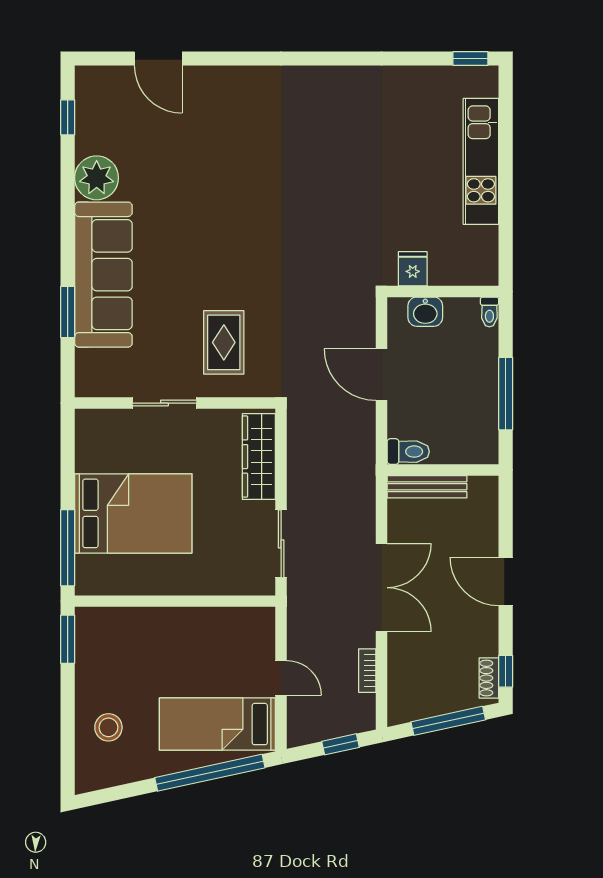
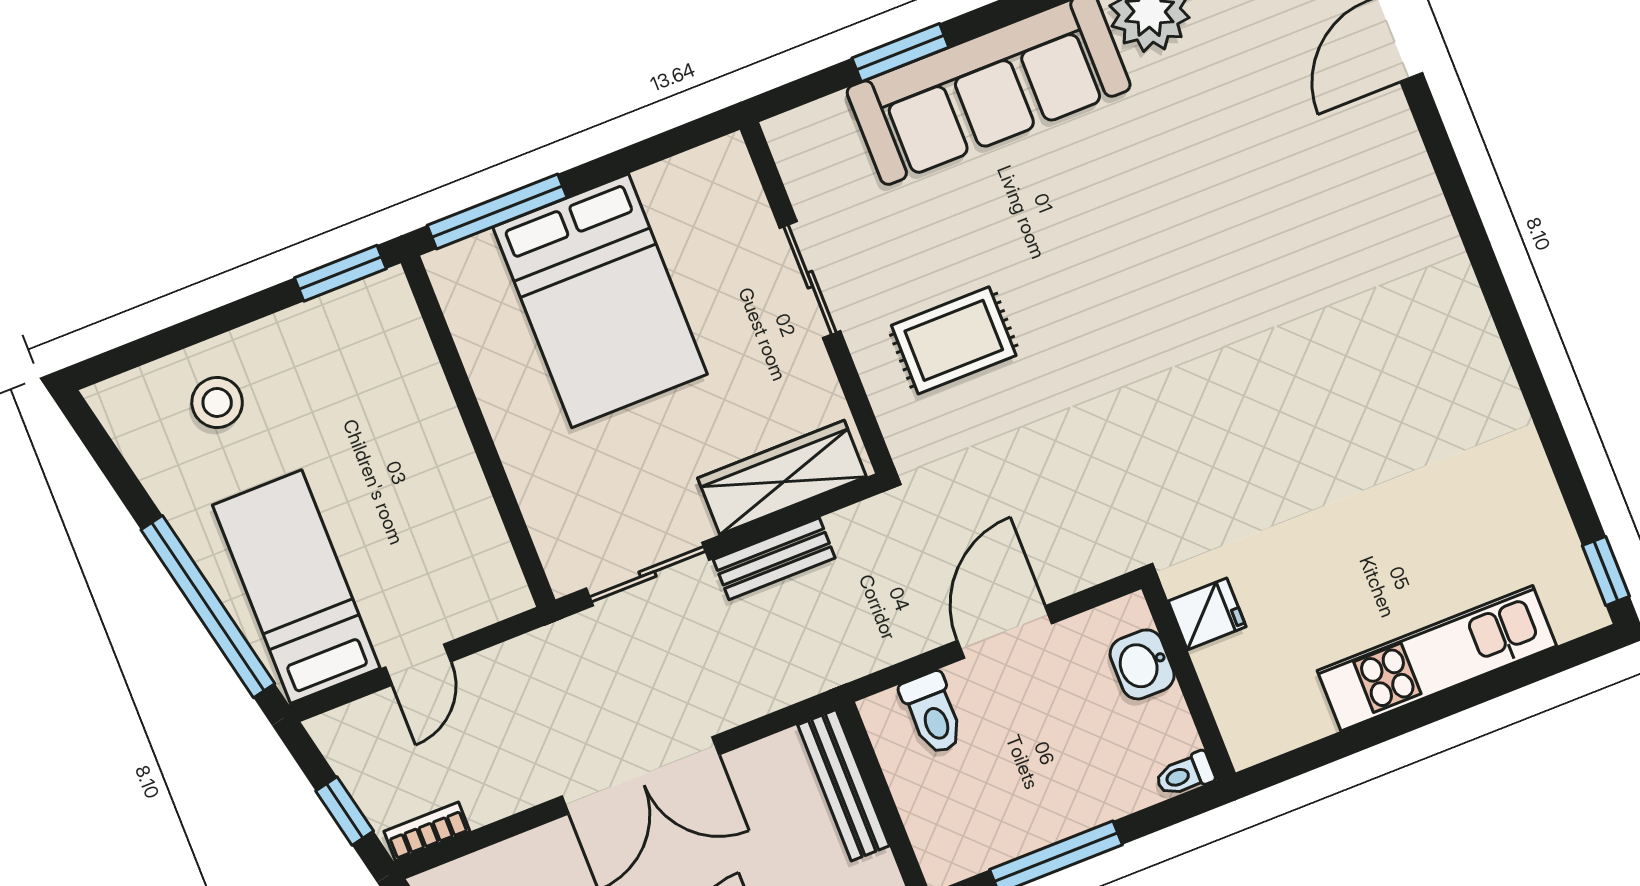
toilet: (408, 452) -> (933, 713), moved
bench: (298, 477) -> (774, 559), added
bookcase: (367, 671) -> (427, 831), moved

